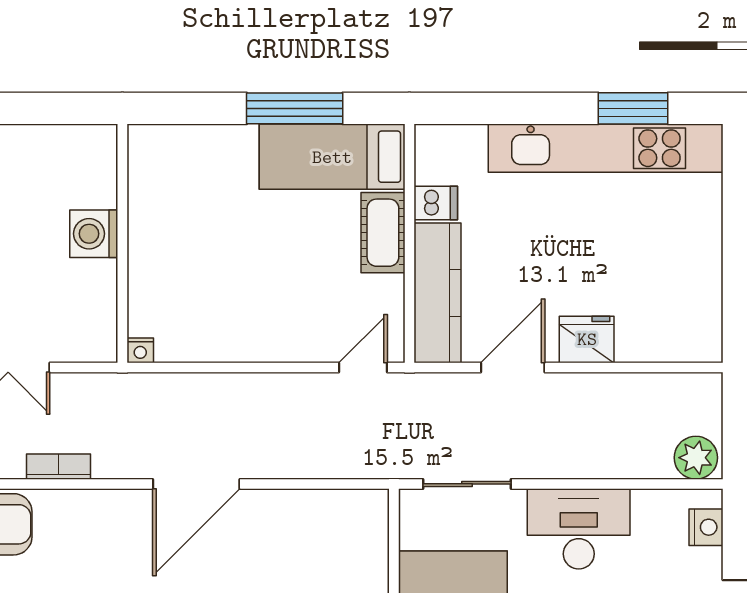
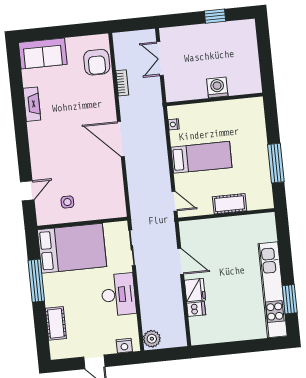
bed: (332, 157) -> (201, 157), moved, turned 90
dishwasher: (436, 203) -> (196, 309), moved, turned -90
kitchen counter: (437, 293) -> (208, 228), removed
nightstand: (140, 350) -> (174, 124), moved

